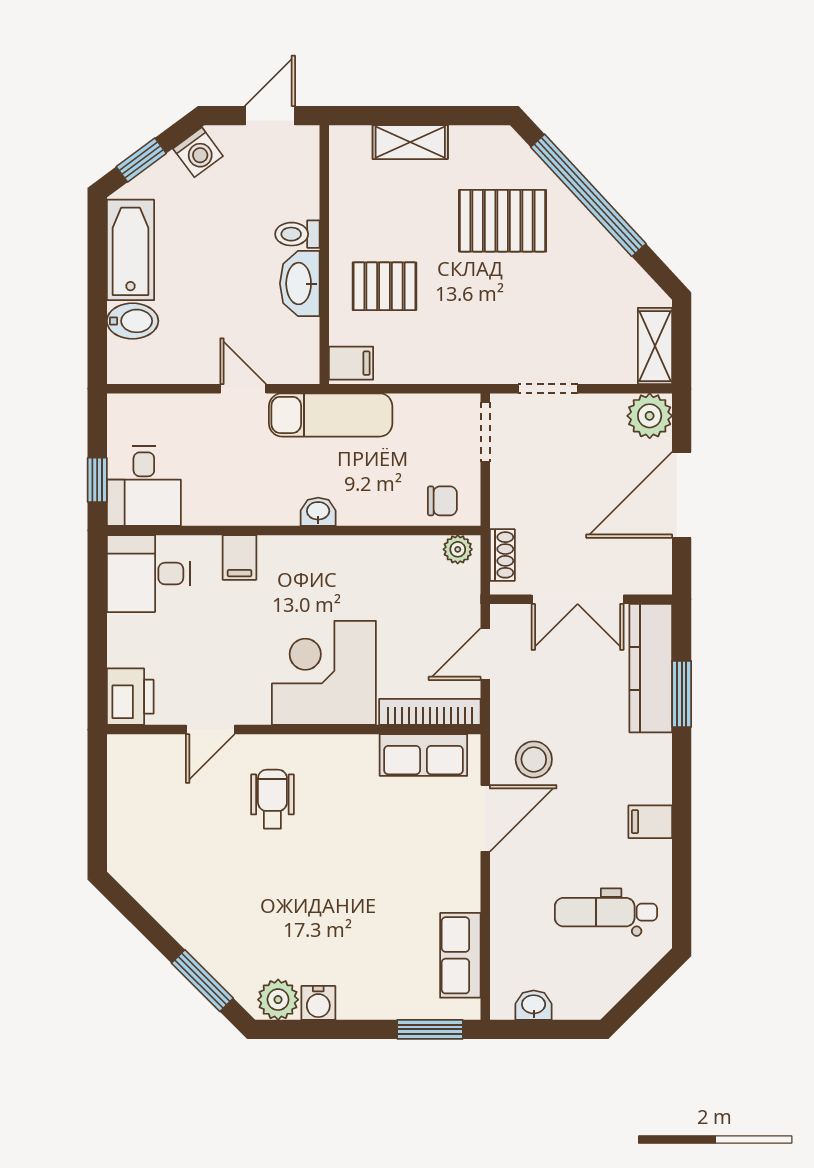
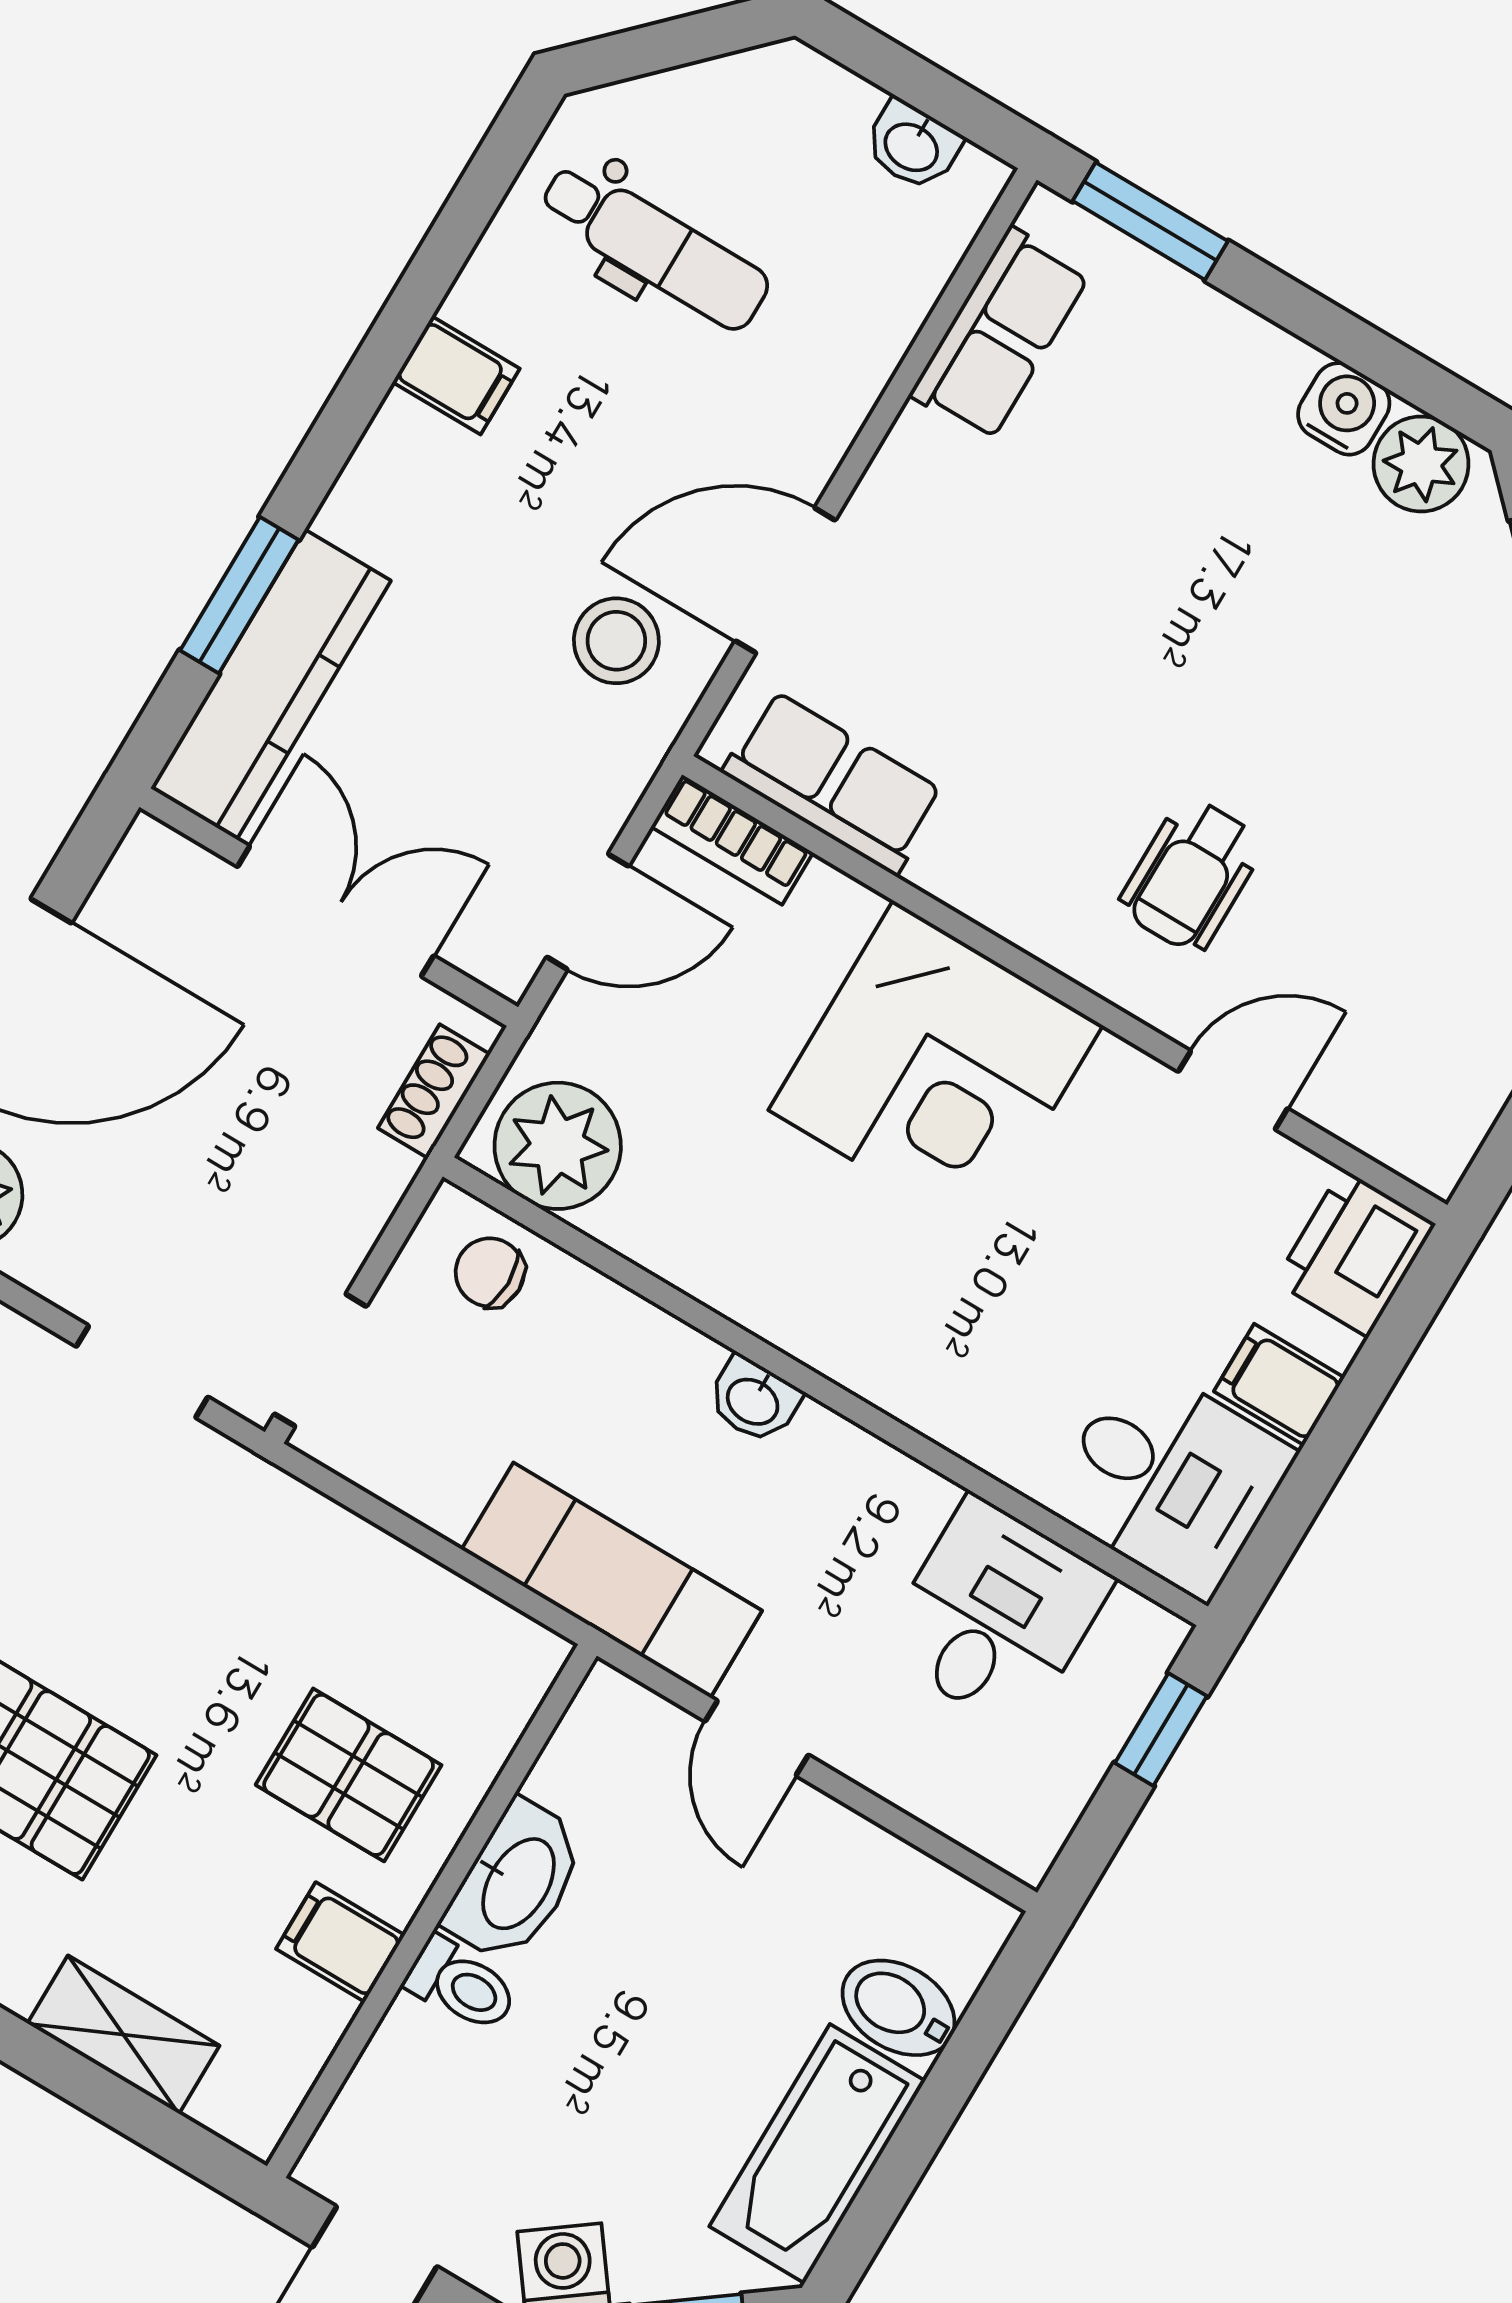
filing cabinet: (351, 363) -> (340, 1942), moved
desk: (144, 486) -> (995, 1615), moved
plant: (458, 549) -> (558, 1146), width x1.88, depth x1.88
filing cabinet: (240, 557) -> (1279, 1384), moved, turned -90
bookcase: (430, 712) -> (732, 840), width x0.64

